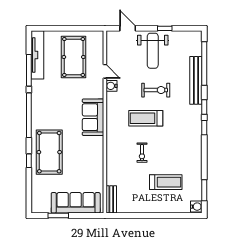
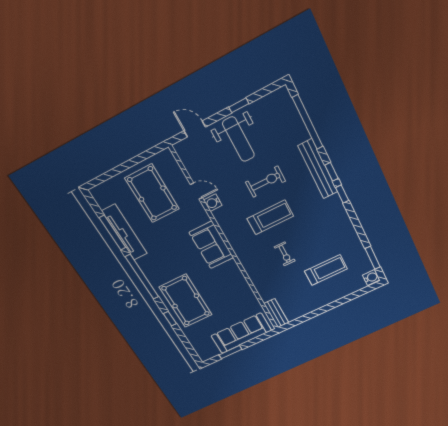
tv unit: (37, 55) -> (125, 232), moved
bench: (196, 80) -> (318, 169), moved
treadmill: (146, 118) -> (270, 217), turned 180

